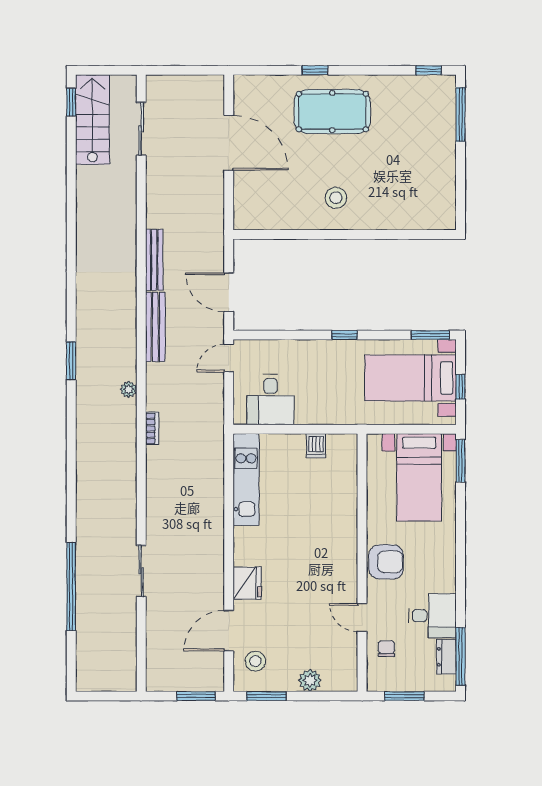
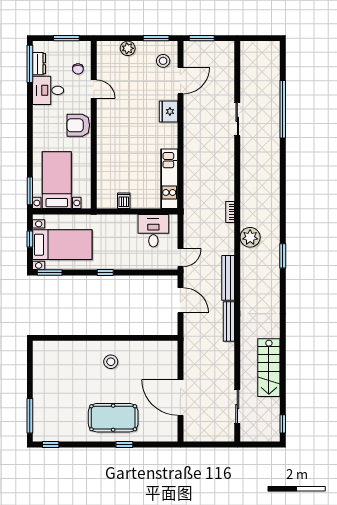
stairs: (92, 119) -> (269, 368), moved
plant: (129, 389) -> (250, 237), width x1.87, depth x1.87

